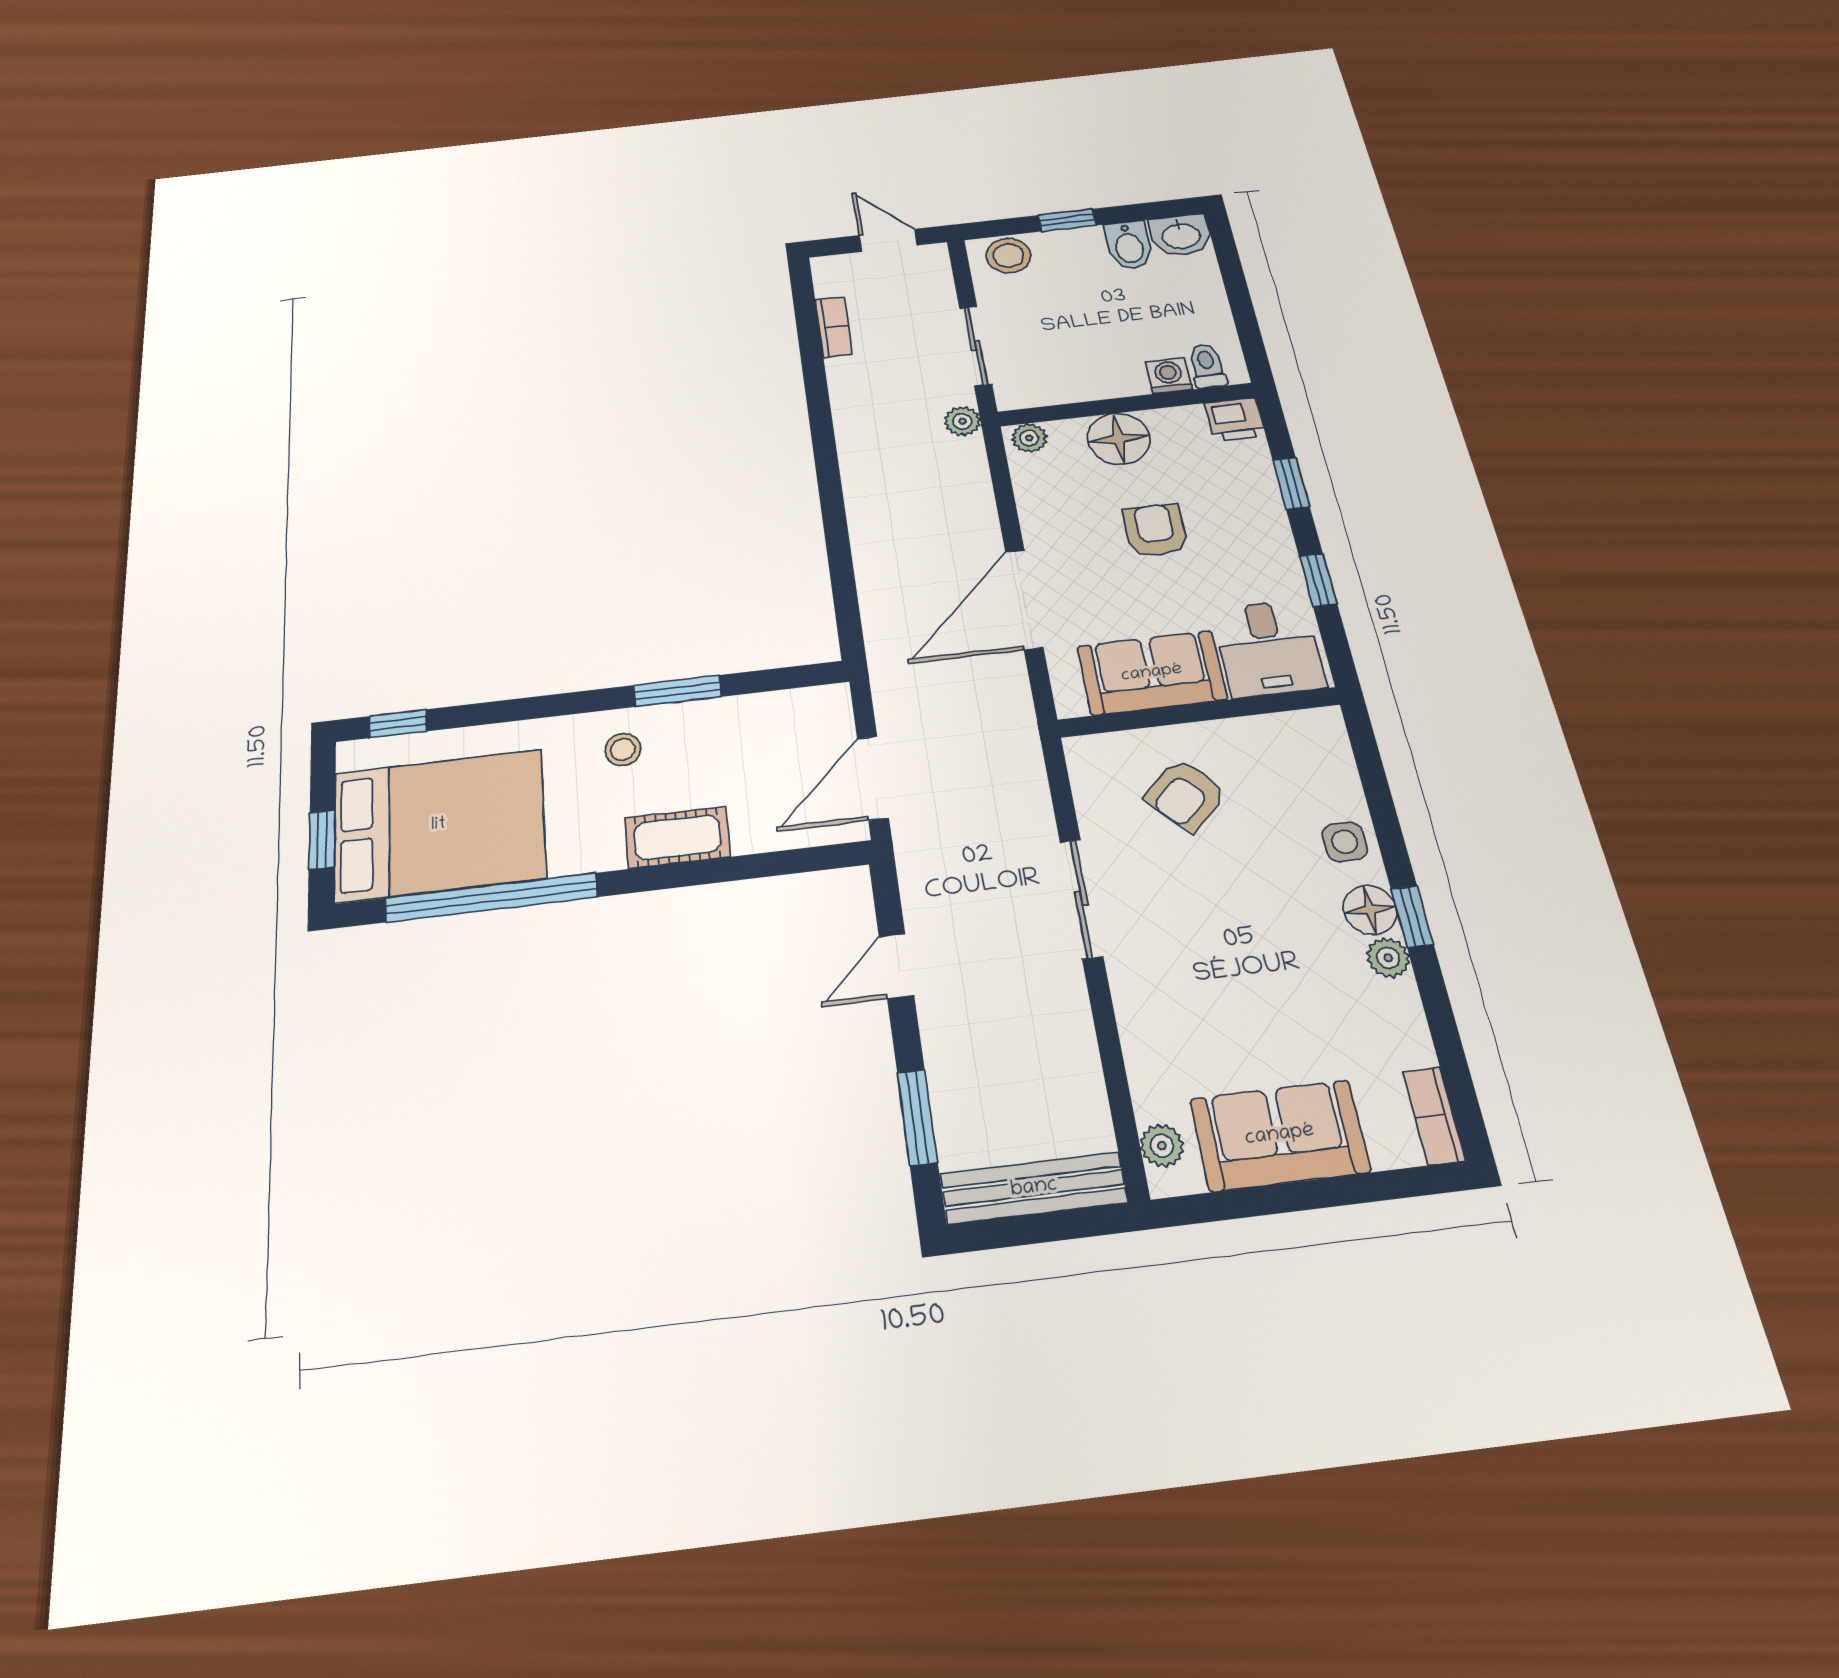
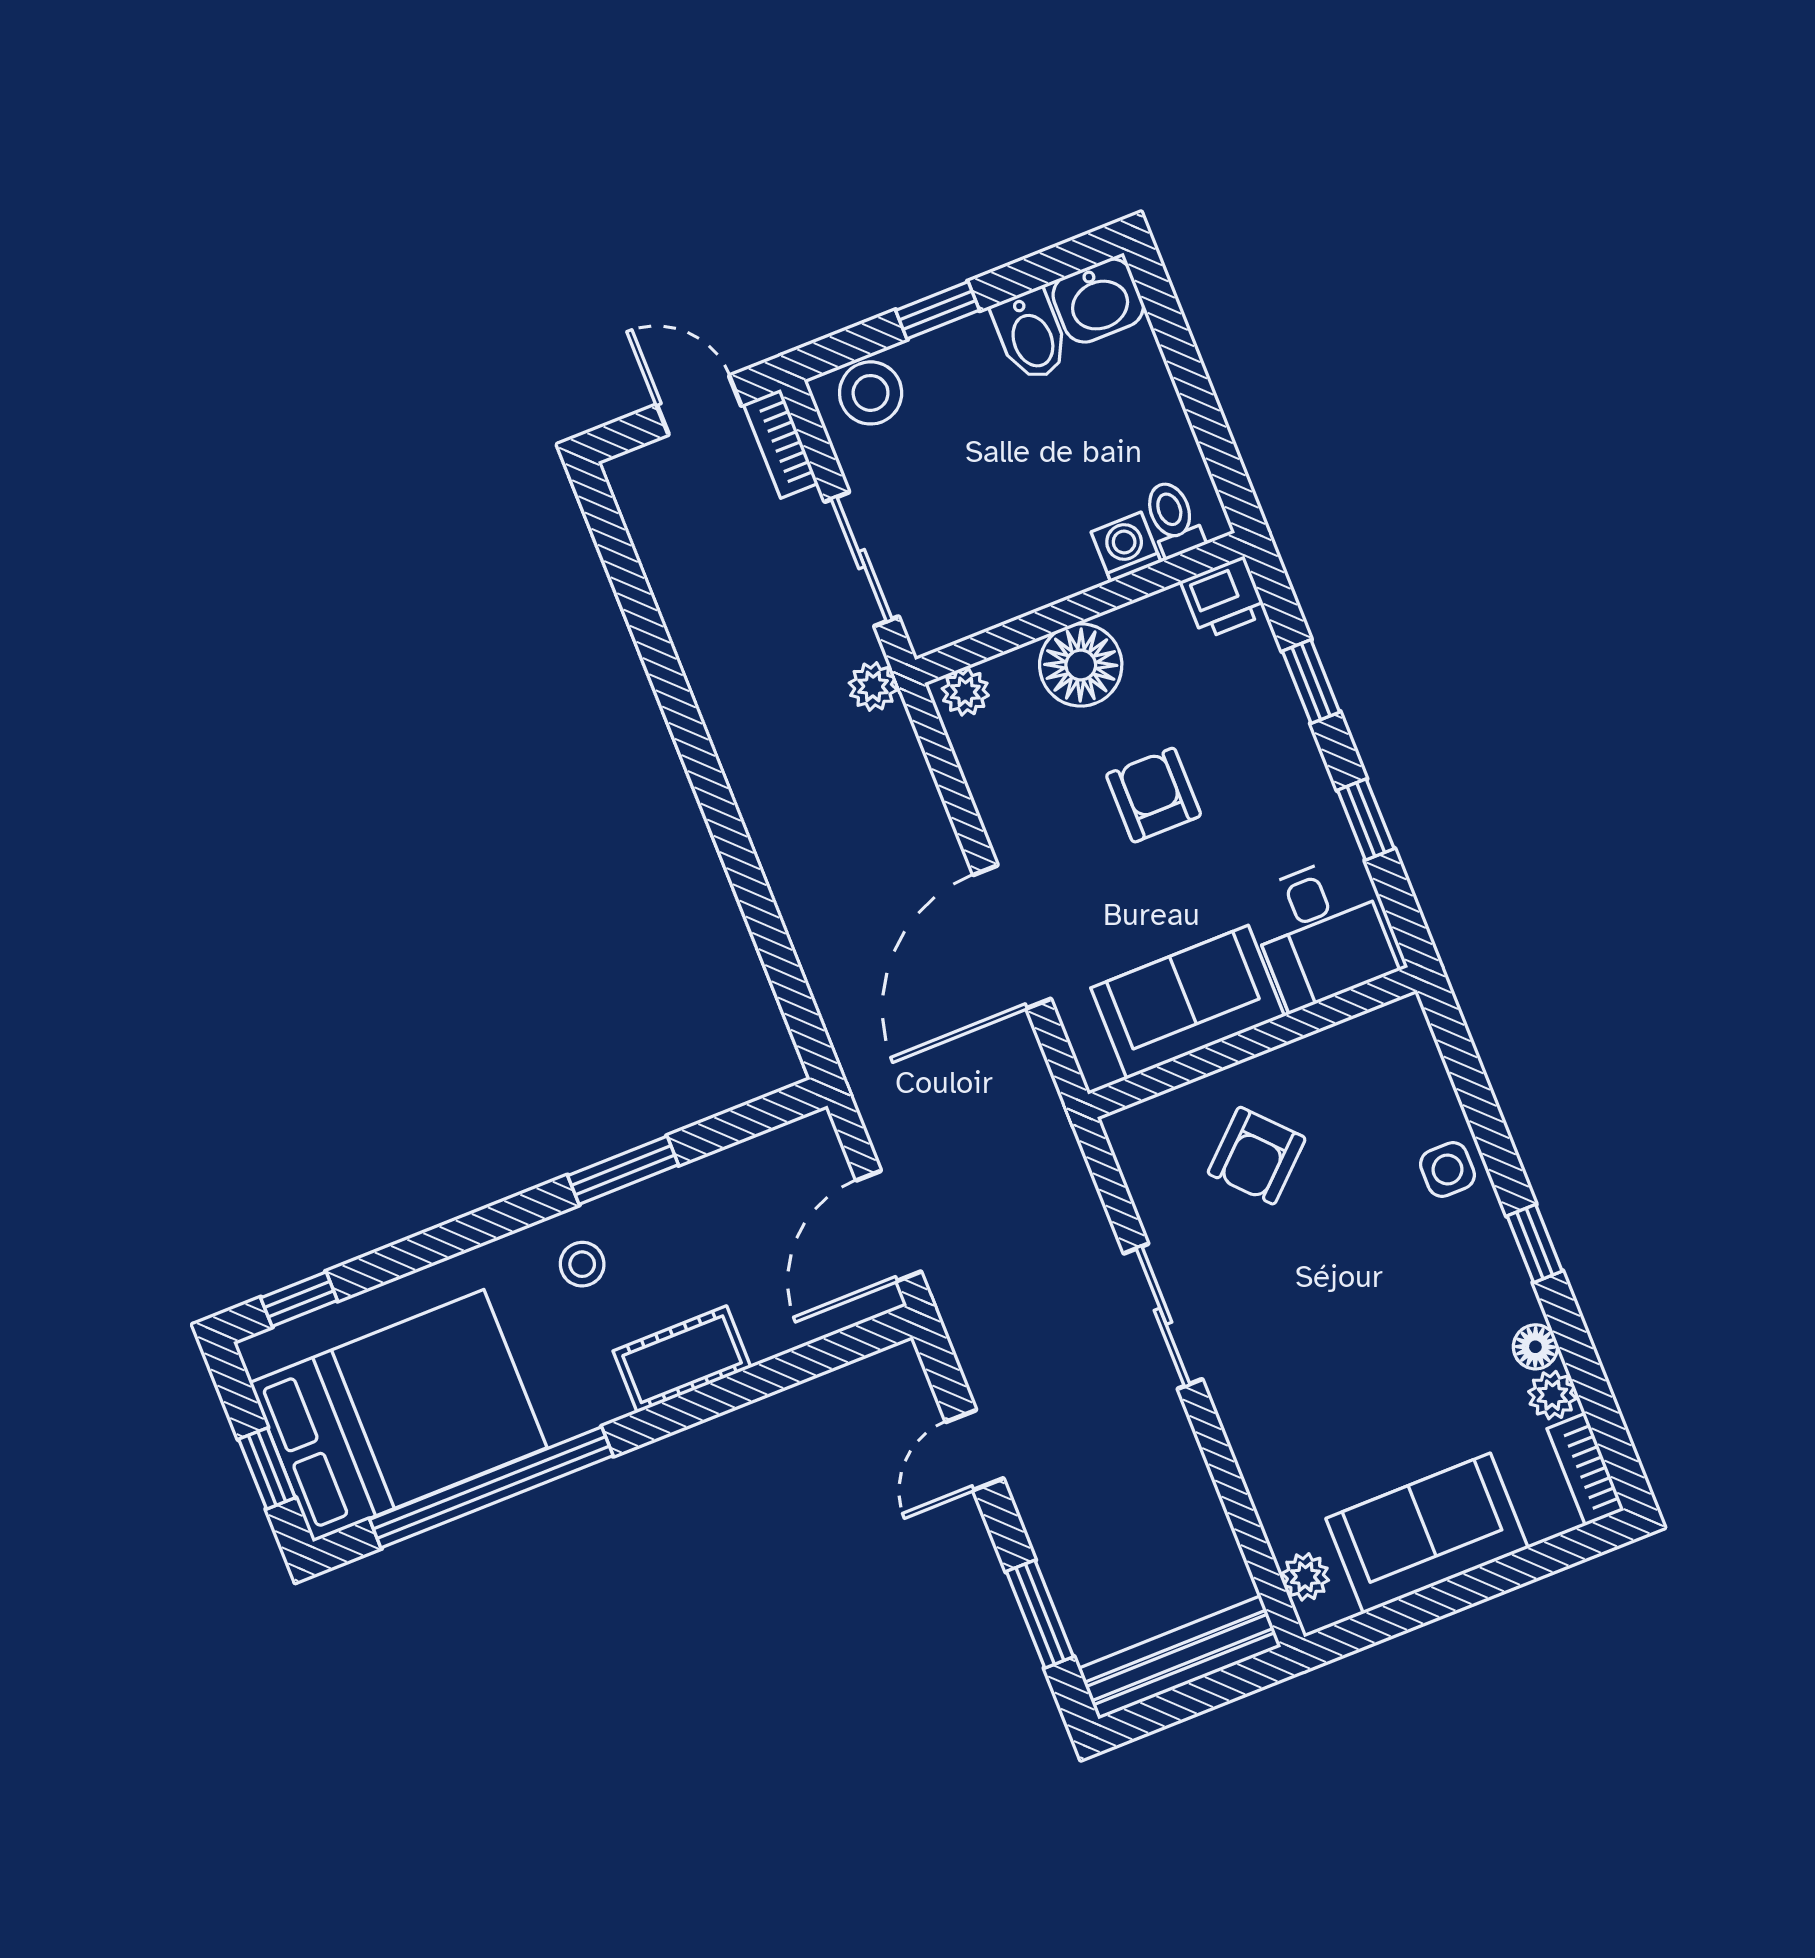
bookcase: (834, 327) -> (781, 444), moved, turned 180
floor lamp: (1370, 910) -> (1535, 1347), moved, width x0.73, depth x0.73
plant: (1388, 958) -> (1552, 1395), moved

